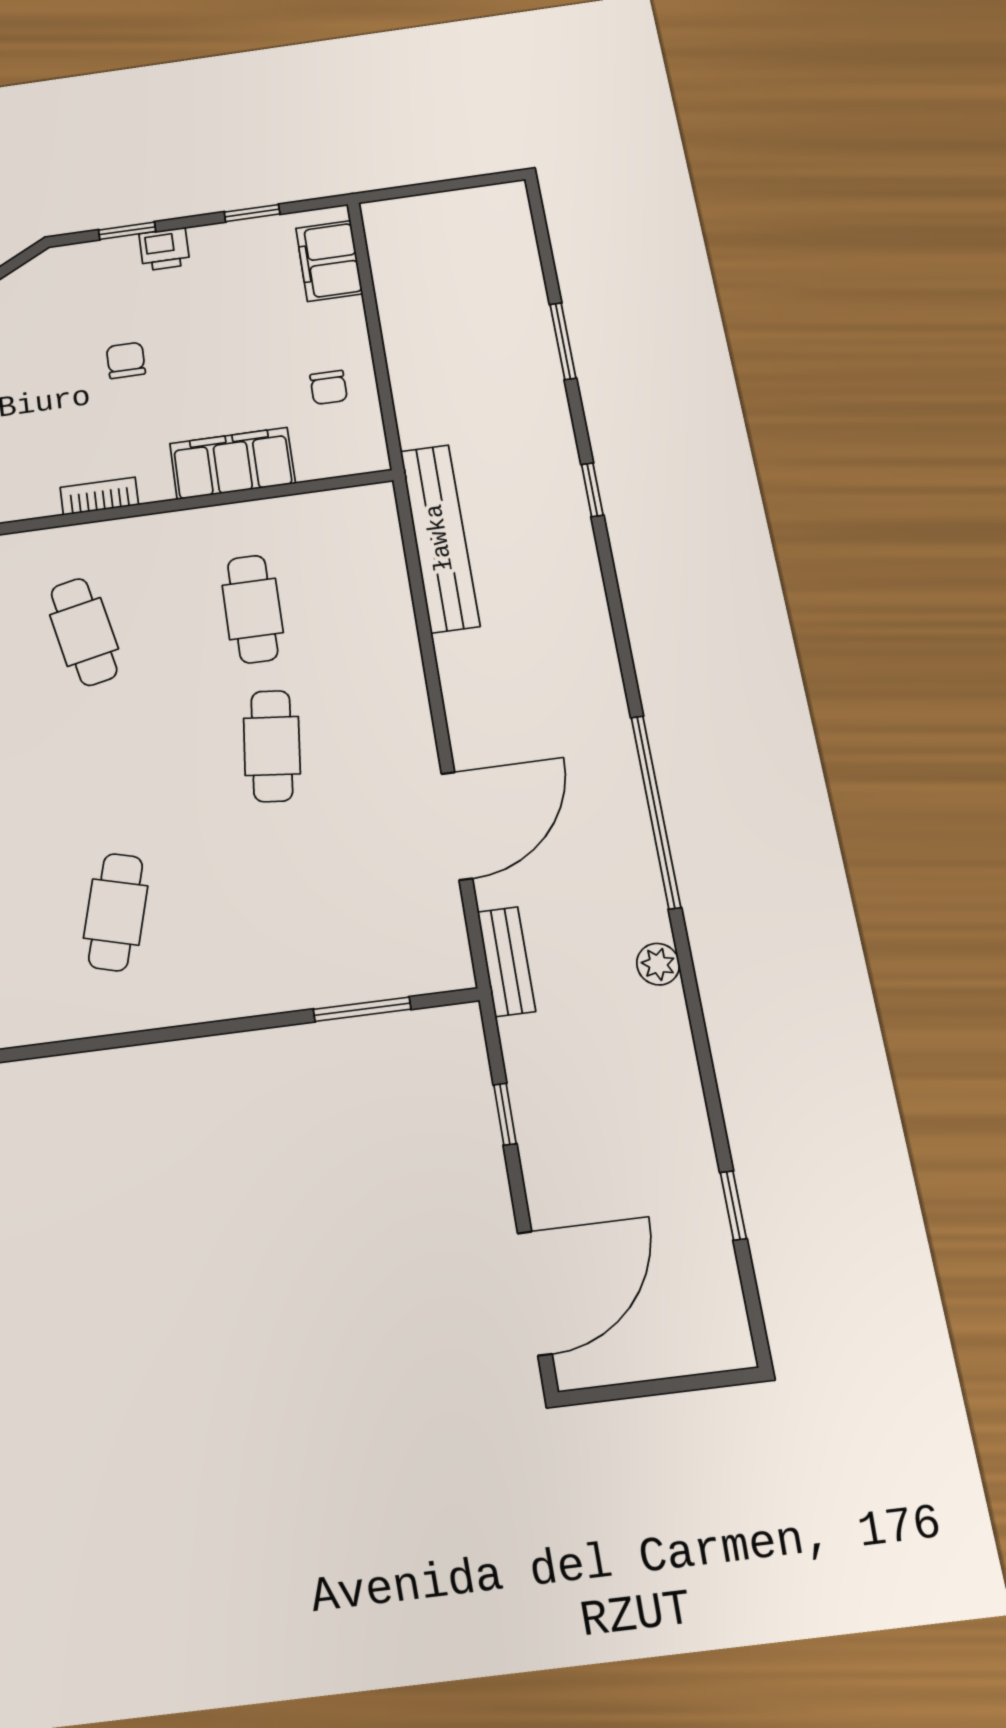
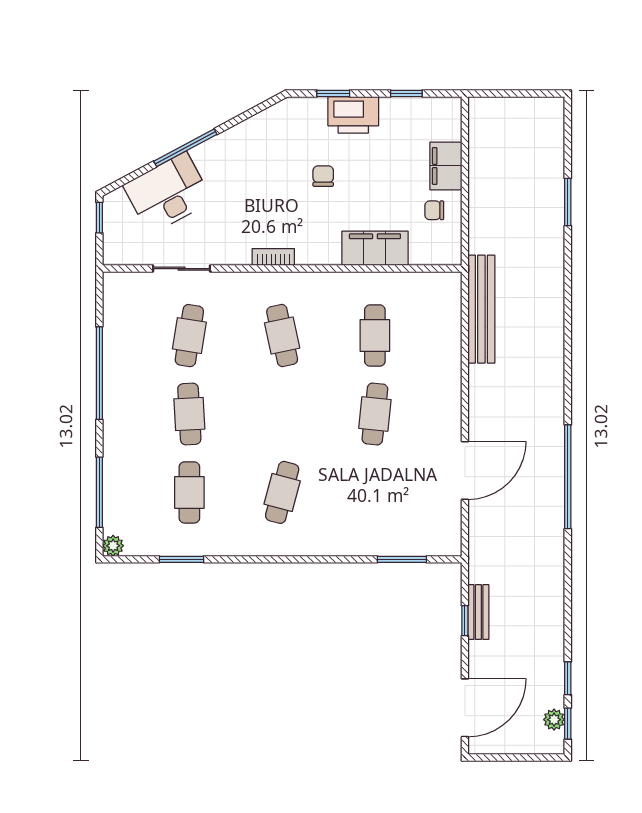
printer: (164, 249) -> (353, 115), width x1.87, depth x1.48
filing cabinet: (329, 261) -> (446, 166), moved
chair: (329, 387) -> (434, 210), turned 90
window: (592, 490) -> (568, 724), moved
bookcase: (99, 496) -> (273, 257), moved
bench: (506, 961) -> (478, 612), moved
plant: (658, 964) -> (554, 720), moved

